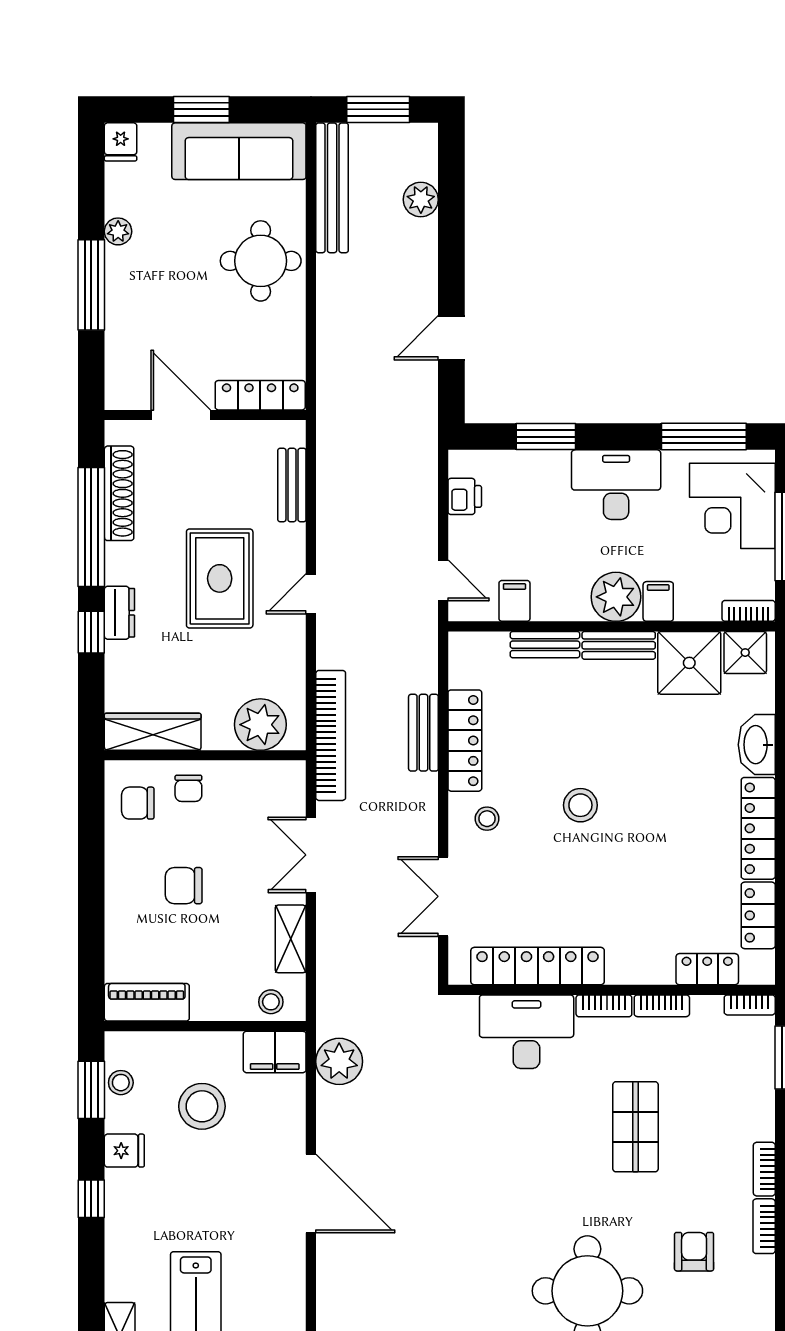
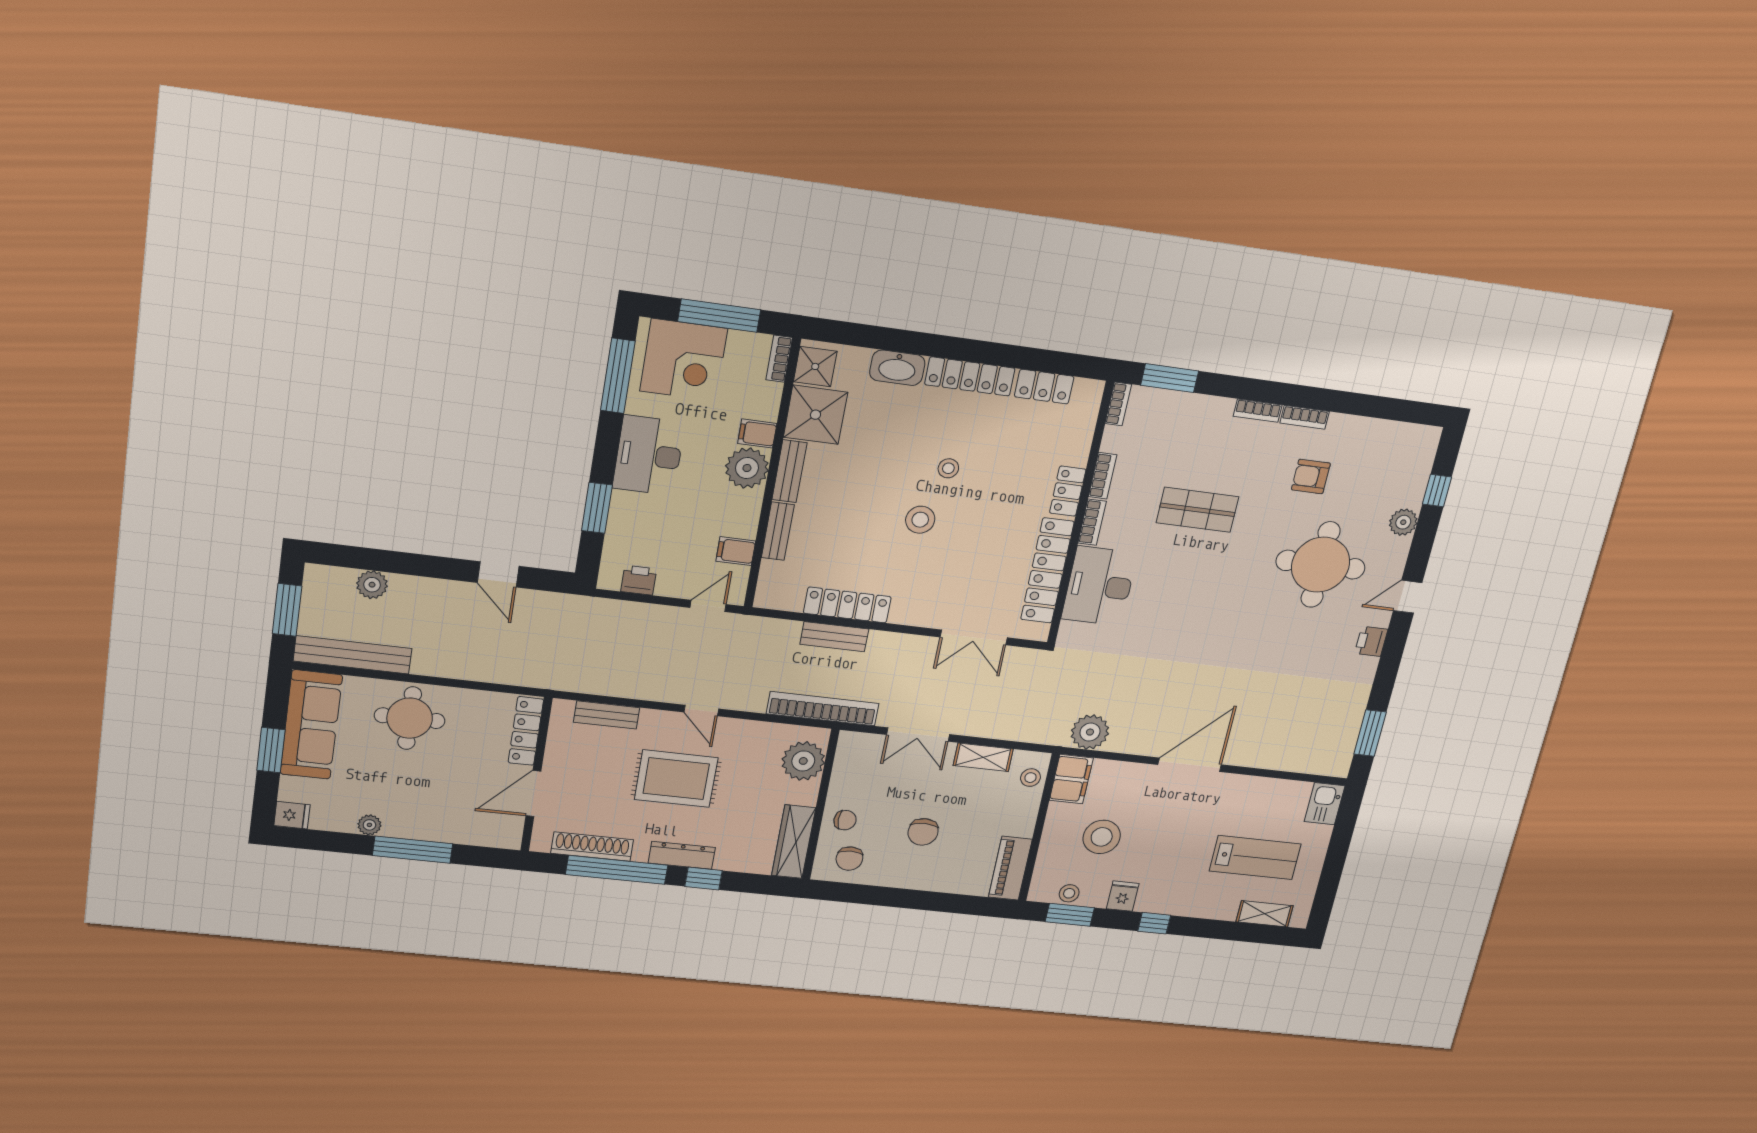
dresser: (119, 613) -> (682, 855), width x1.44
stool: (487, 819) -> (948, 468), moved
locker: (707, 969) -> (1068, 491), moved

